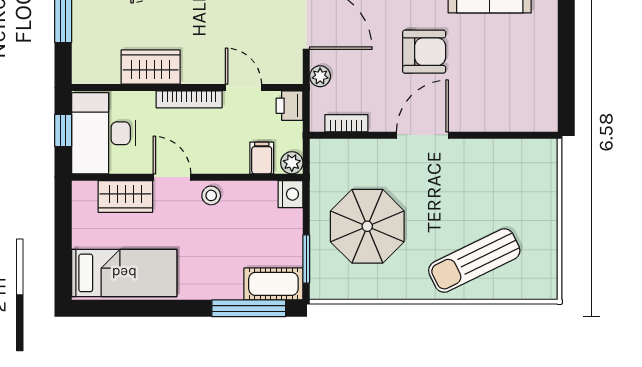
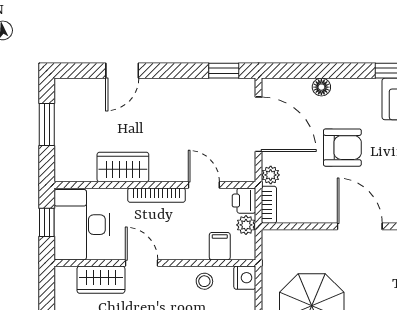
armchair: (424, 52) -> (342, 148), moved
bookcase: (346, 123) -> (269, 205), moved, turned 90
door: (422, 135) -> (360, 226), hinge flipped
plant: (292, 163) -> (246, 225), moved
stool: (211, 195) -> (204, 281), moved

